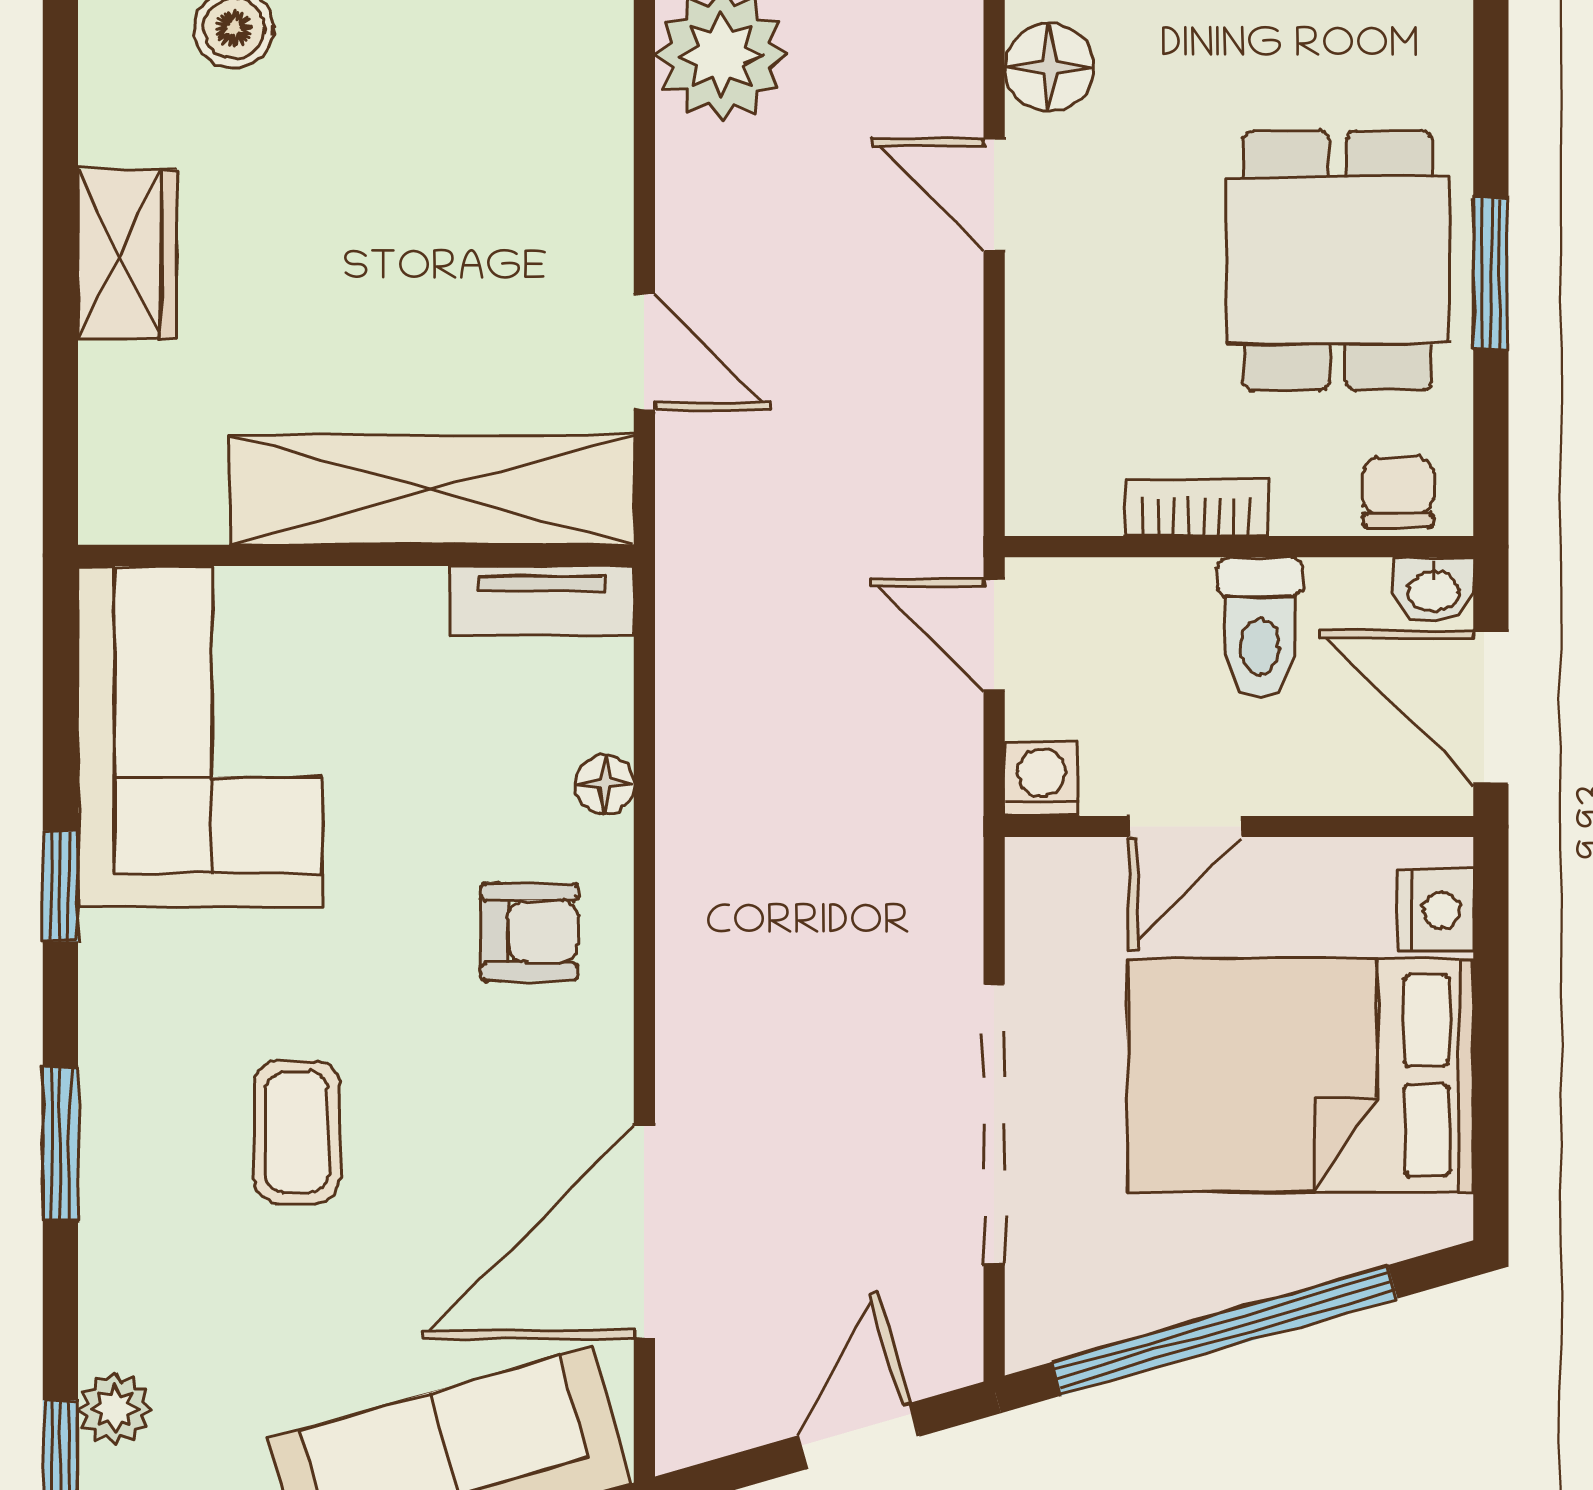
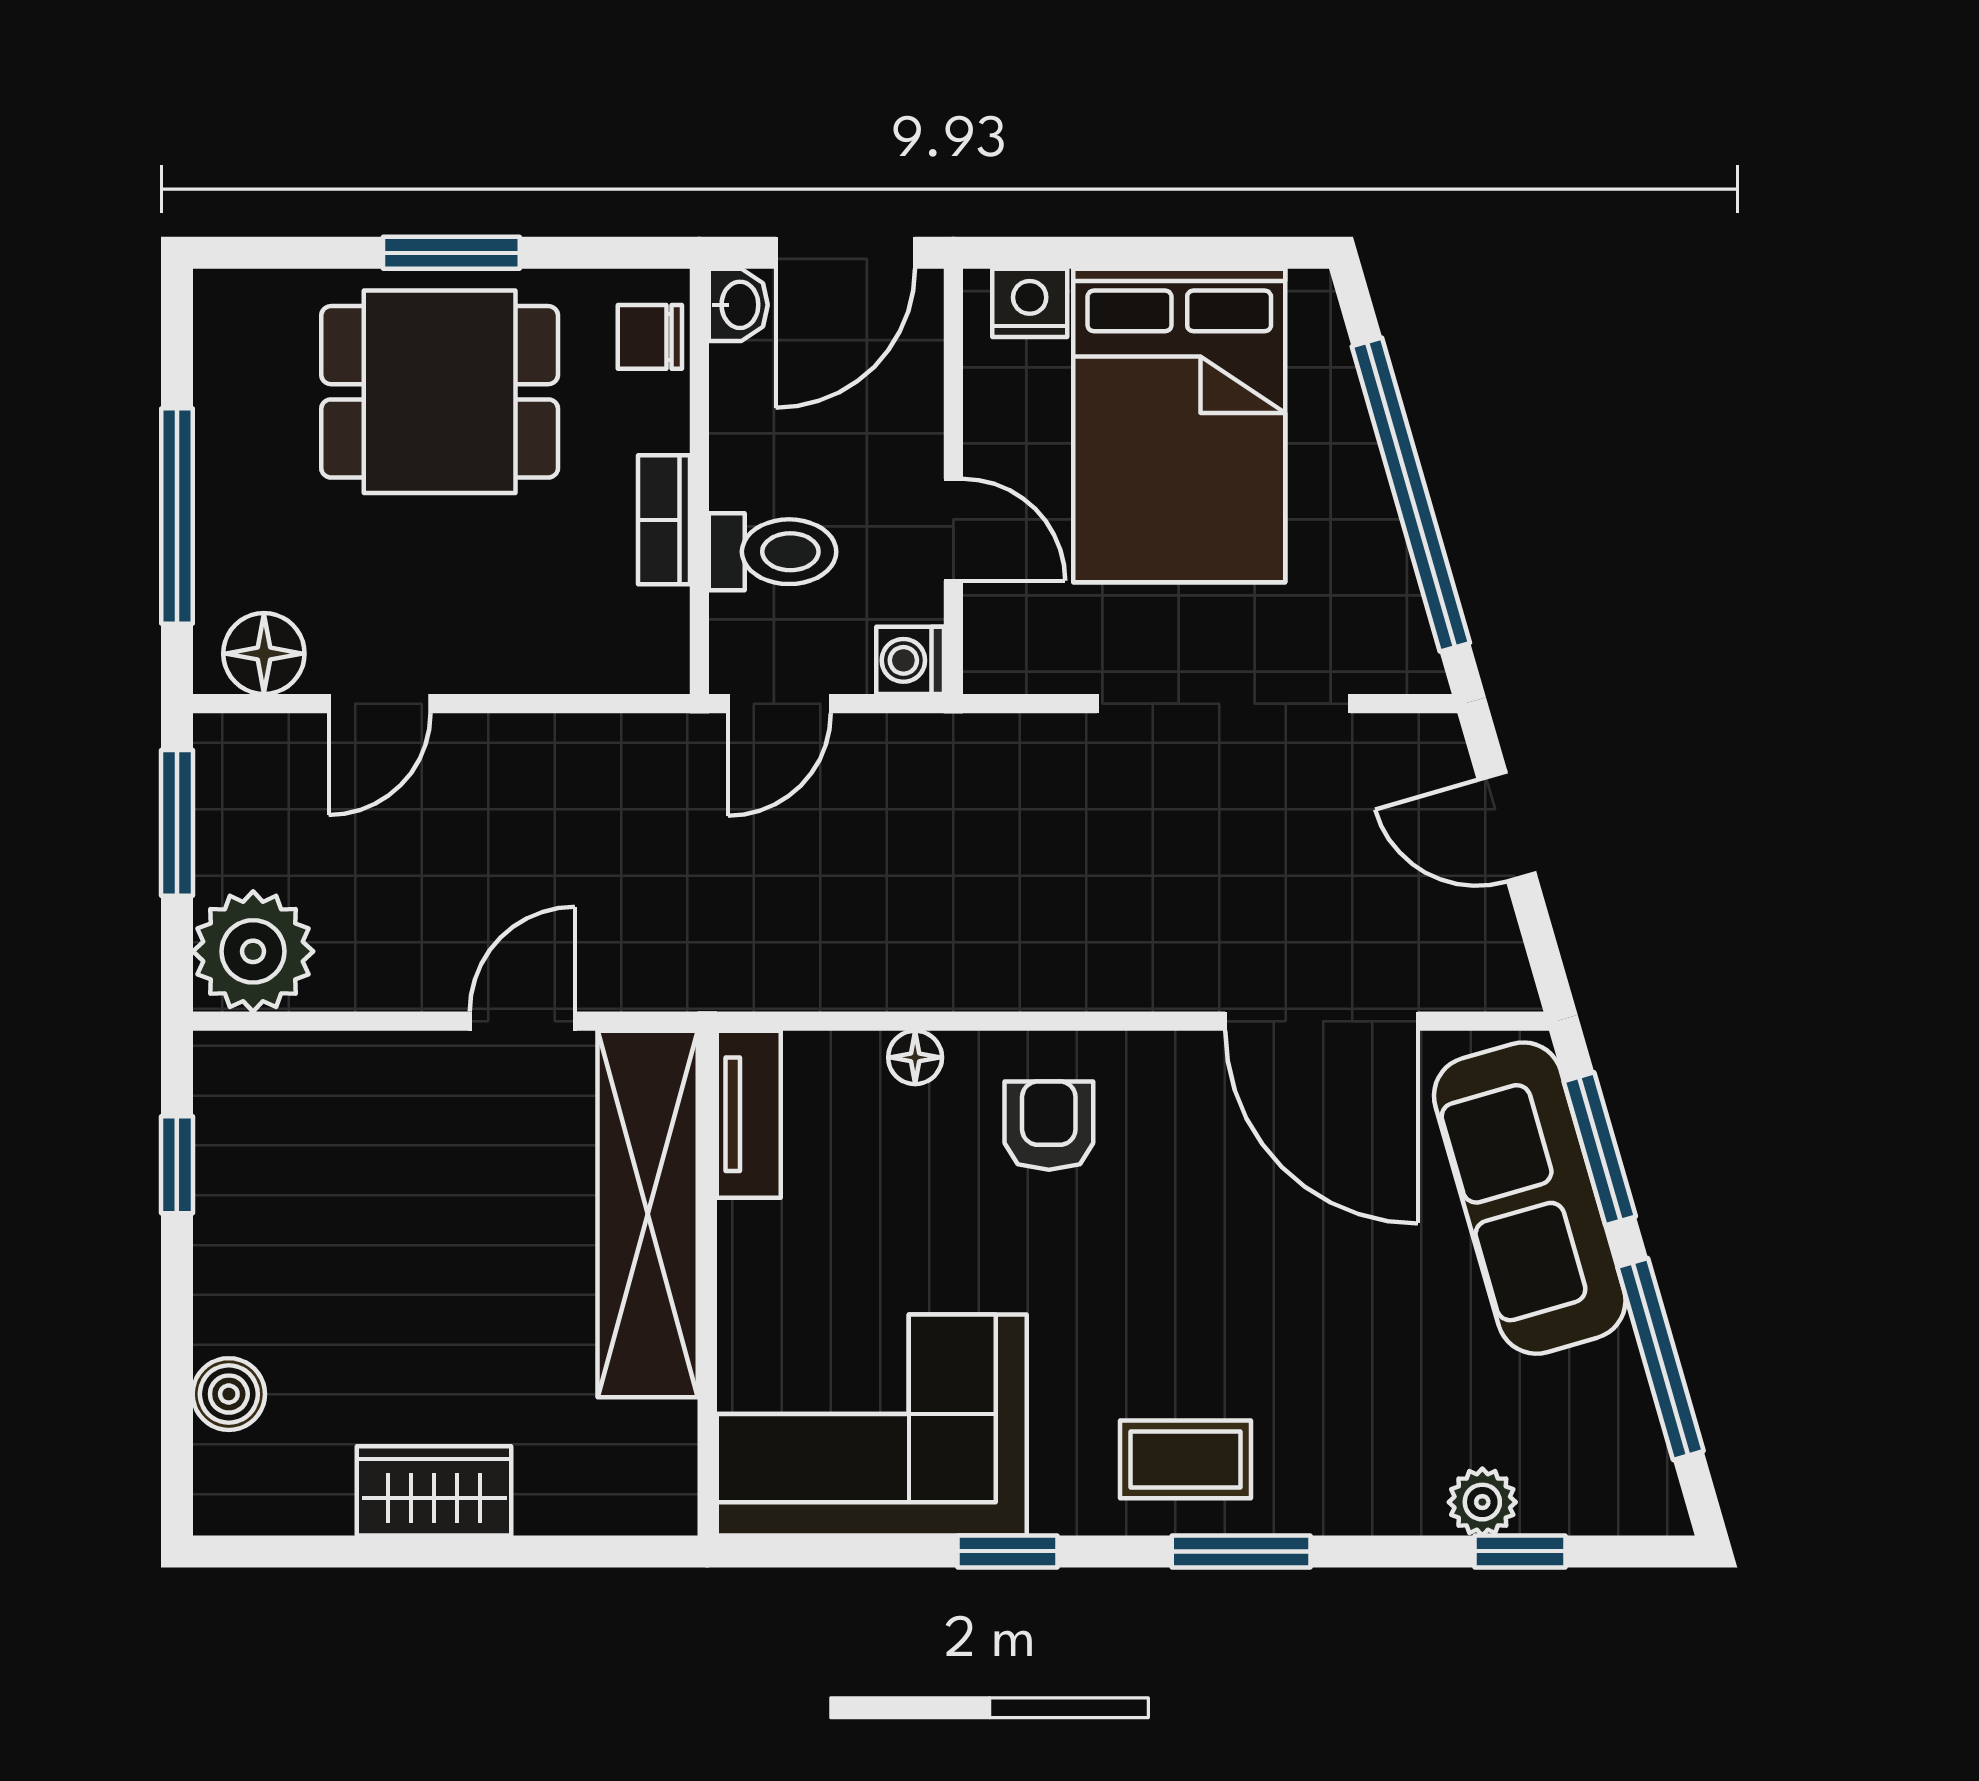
toilet: (1260, 627) -> (773, 552), moved
coffee table: (297, 1132) -> (1186, 1459), moved

